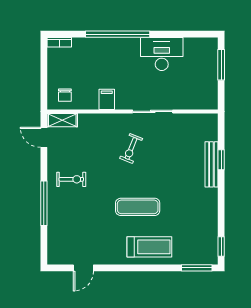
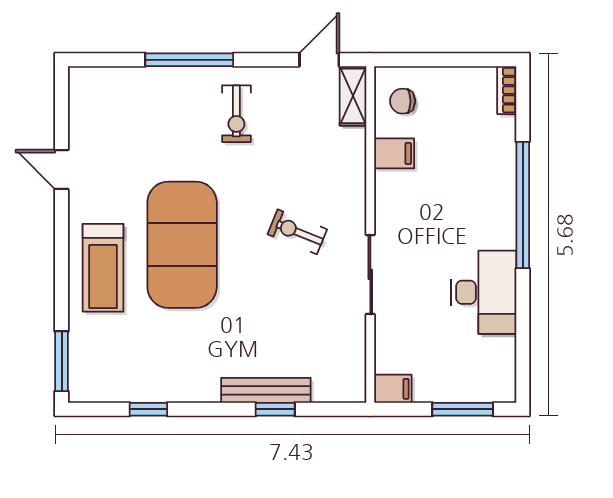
filing cabinet: (107, 99) -> (394, 153), moved
filing cabinet: (211, 100) -> (393, 389), added
exercise mat: (138, 207) -> (182, 245), width x2.00, depth x1.45
window: (221, 246) -> (148, 409), moved
door: (83, 268) -> (62, 170), moved

